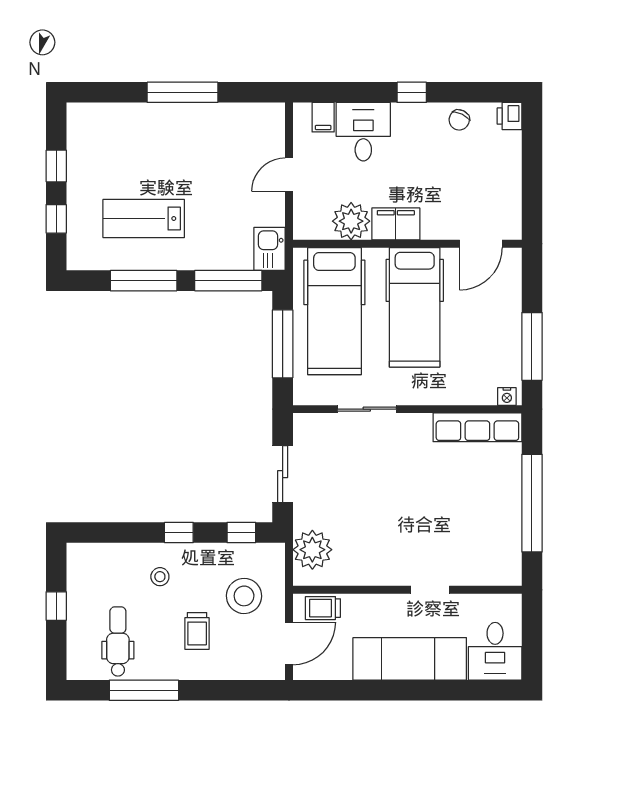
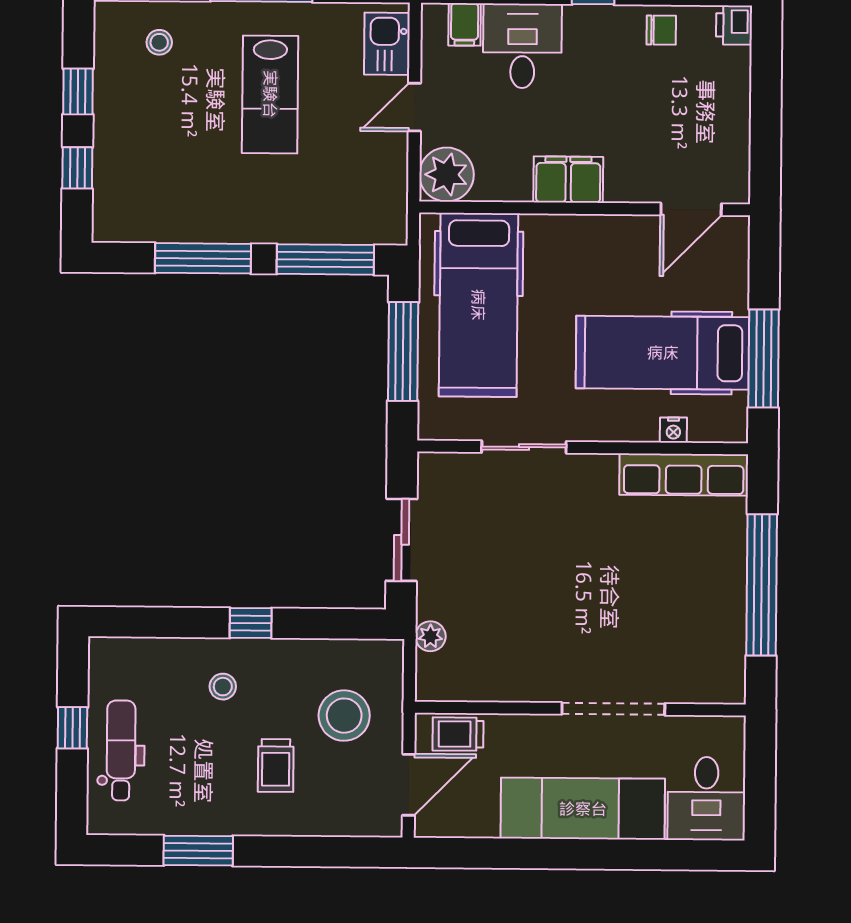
chair: (459, 120) -> (661, 30), turned -116
stool: (112, 131) -> (159, 42), added
lab bench: (144, 218) -> (270, 94), moved, turned -90
plant: (351, 221) -> (447, 174), moved
kitchen sink: (270, 249) -> (387, 44), moved
hospital bed: (415, 307) -> (663, 353), moved, turned 90
nightstand: (507, 397) -> (673, 430), moved
window: (241, 532) -> (341, 624), removed
plant: (312, 550) -> (430, 636), width x0.53, depth x0.53
doorway: (430, 590) -> (613, 709), width x1.88
dental chair: (118, 641) -> (121, 750), moved
window: (144, 690) -> (198, 851), width x0.69

